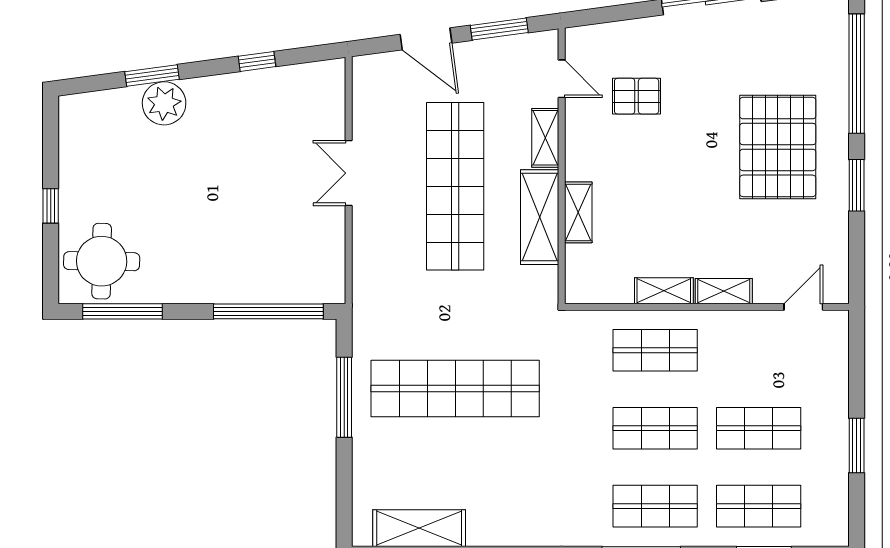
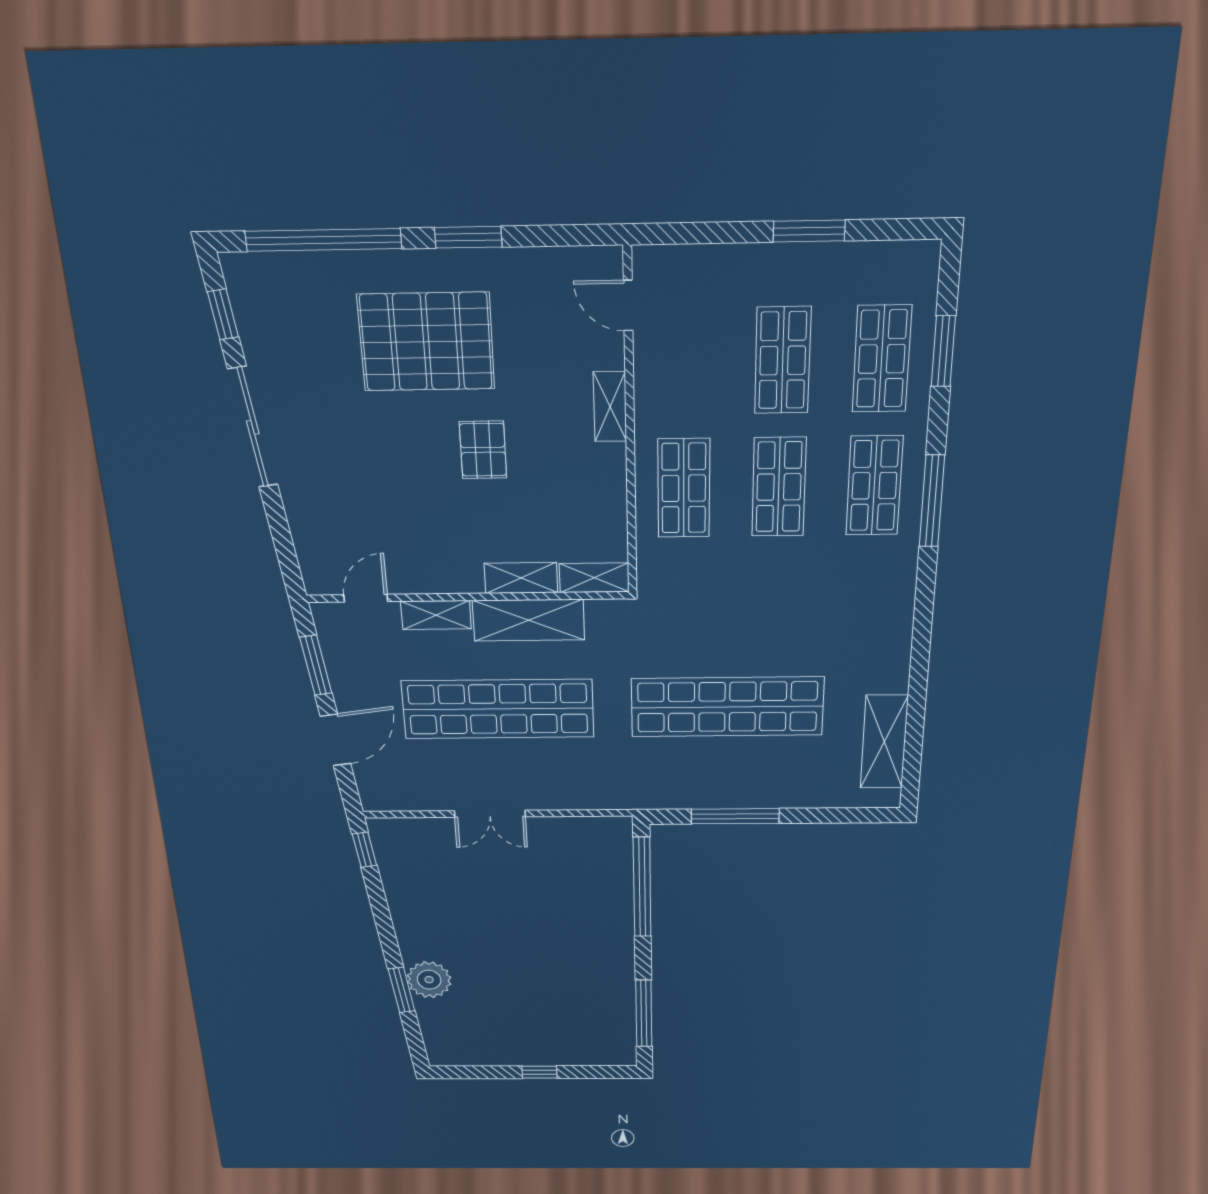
window: (257, 61) -> (364, 850), moved
pallet: (637, 96) -> (483, 450), moved
round table: (102, 261) -> (593, 1031), removed
shelving: (664, 291) -> (594, 578), moved, turned 90
shop shelf: (455, 389) -> (727, 707), turned 90

